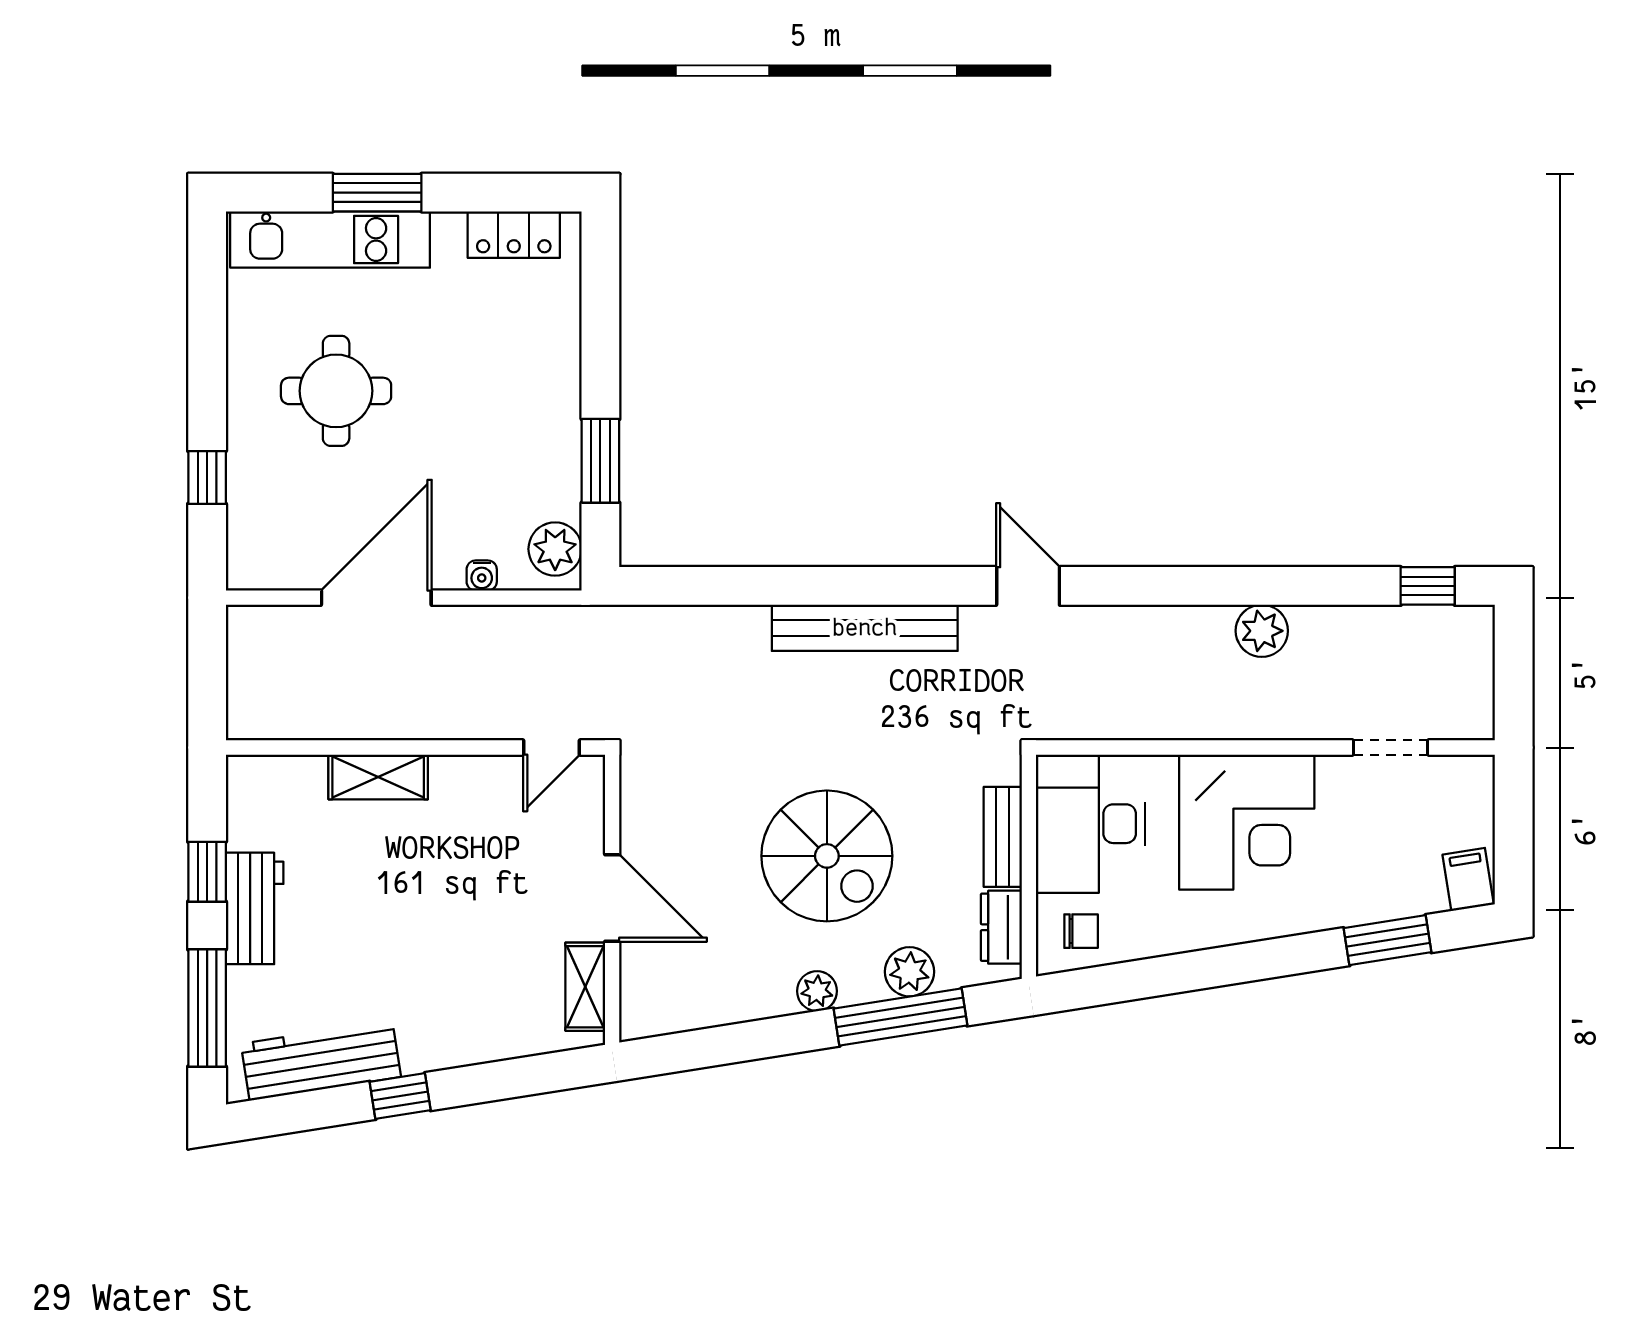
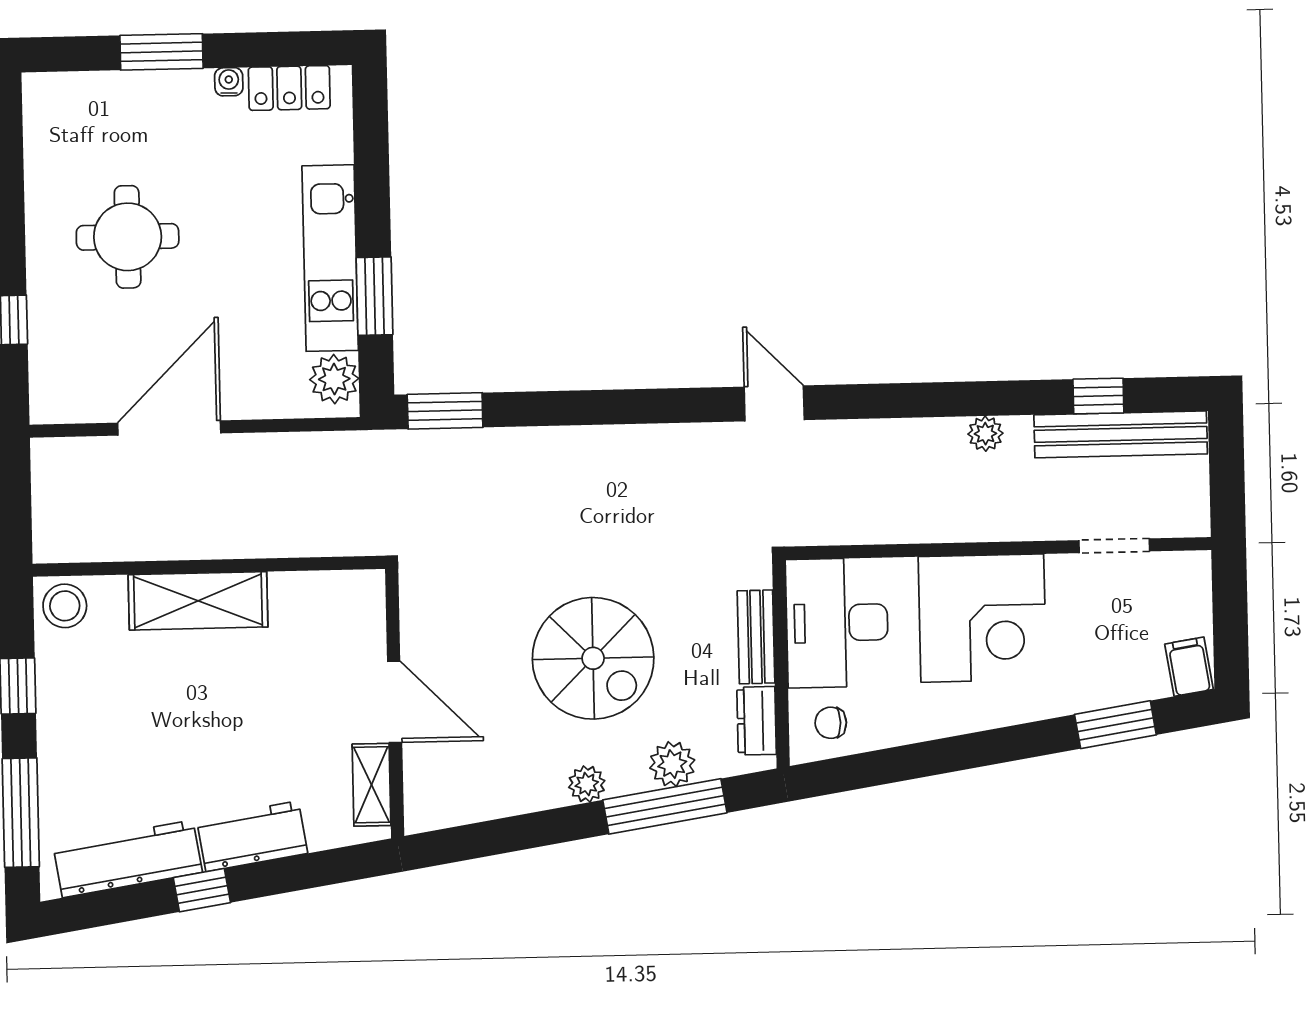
kitchen unit: (330, 239) -> (330, 258), moved, turned 90
water cooler: (482, 576) -> (229, 82), moved, turned 180
window: (674, 586) -> (445, 411), added
window: (1428, 586) -> (1098, 396), moved
bench: (865, 628) -> (1121, 434), moved
plant: (1262, 631) -> (985, 434), width x0.73, depth x0.73
door: (551, 748) -> (335, 563), removed
shelving: (378, 777) -> (198, 601), width x1.50, depth x1.33
stool: (260, 787) -> (65, 606), added
workbench: (255, 908) -> (252, 836), moved, turned -99
chair: (1081, 931) -> (831, 723), turned 180

